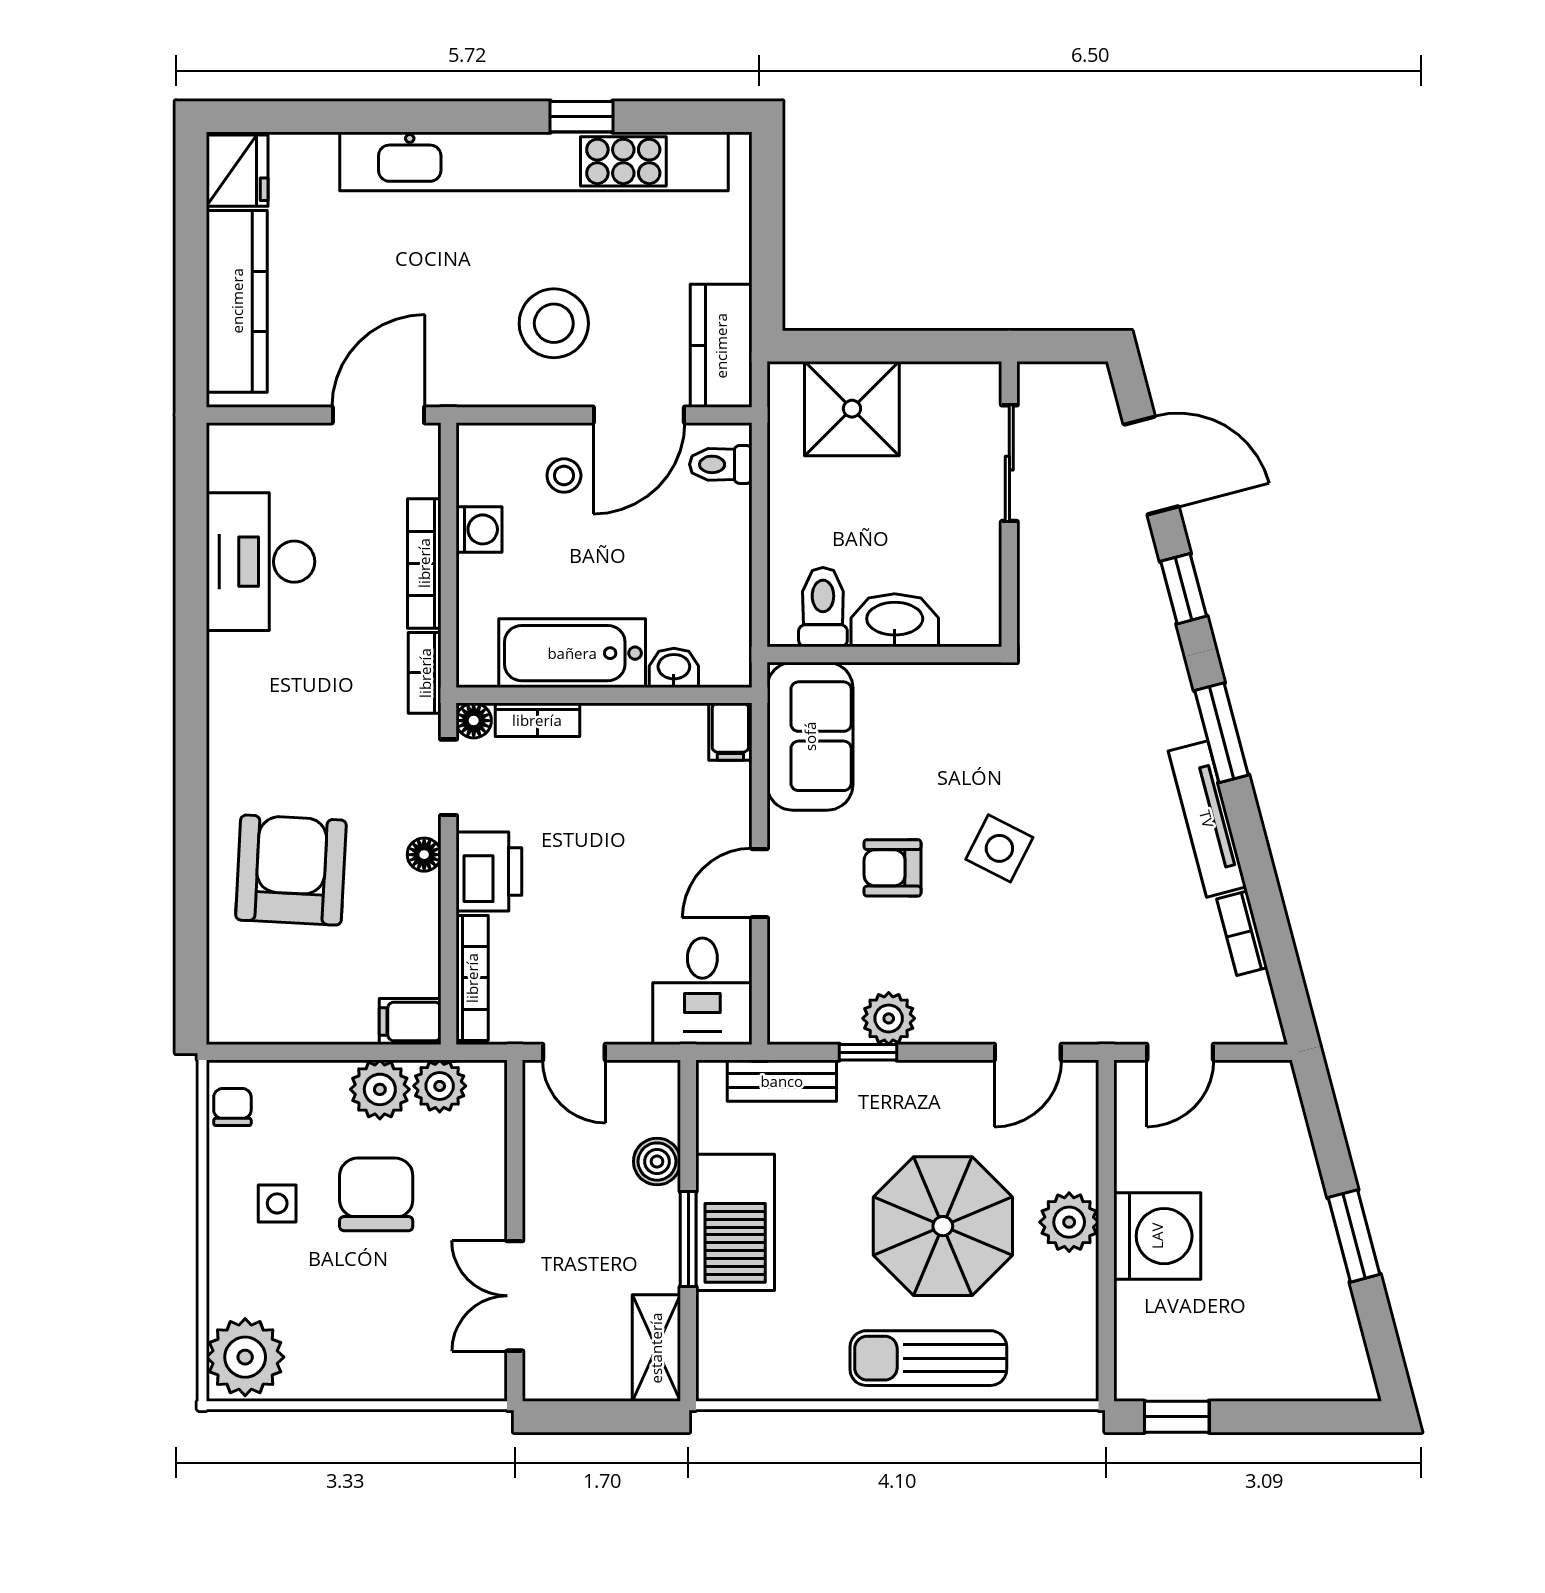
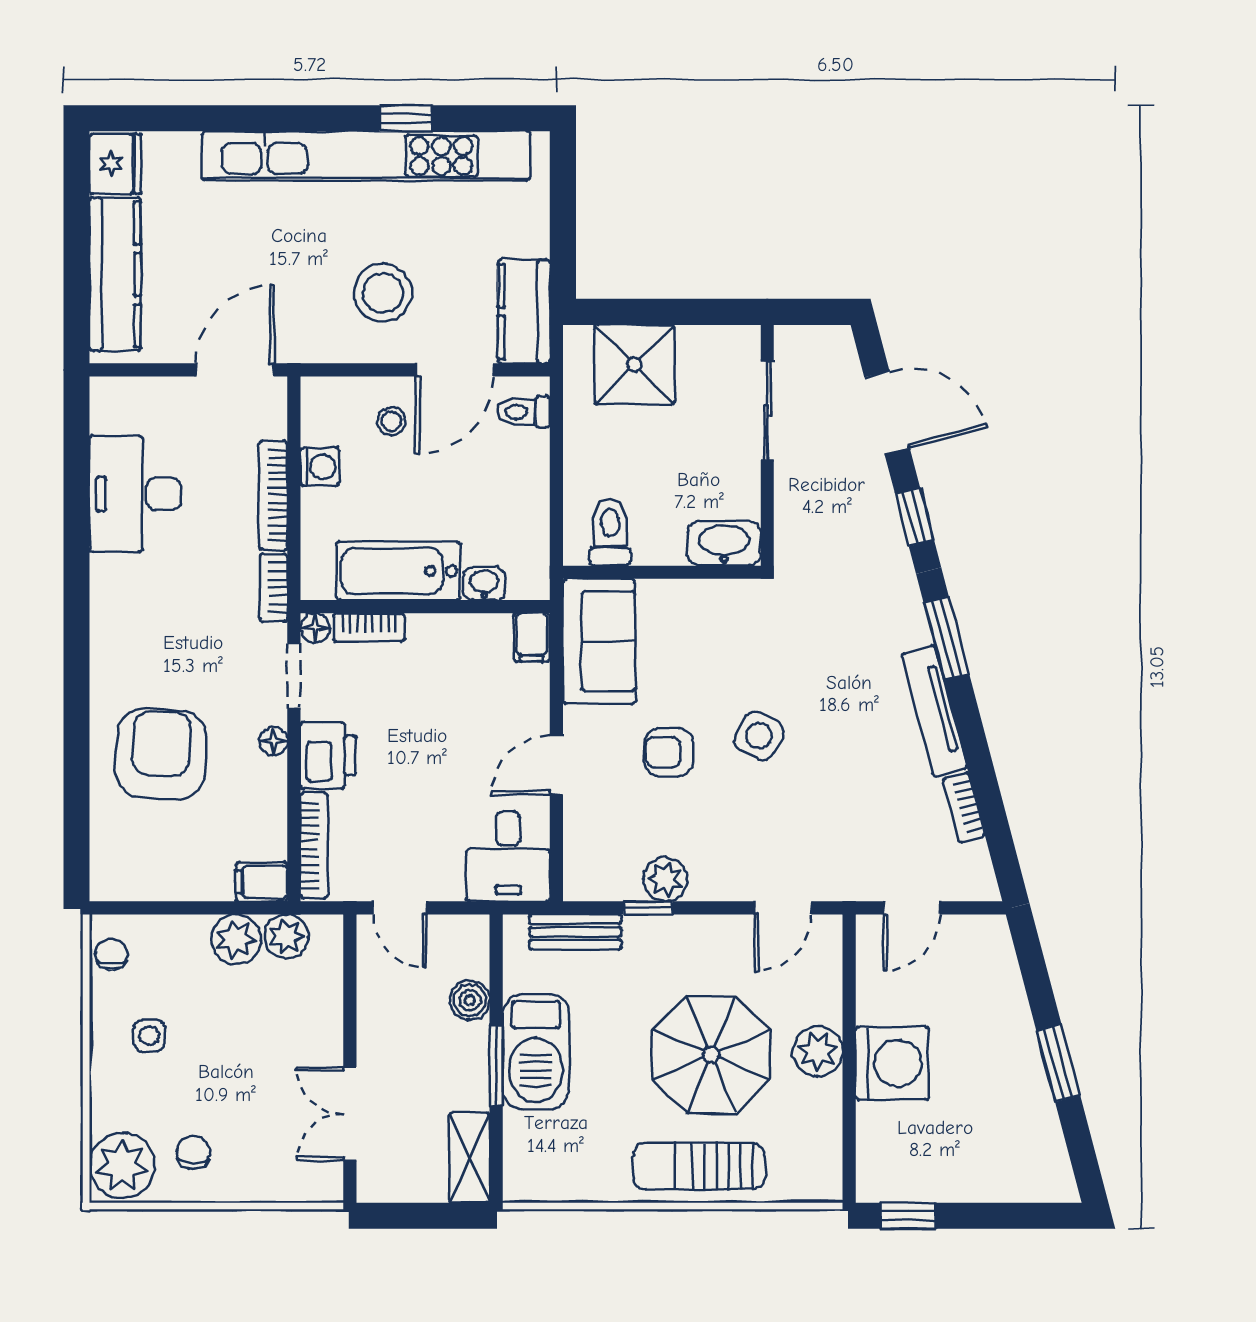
washbasin: (895, 620) -> (724, 543), moved
chair: (376, 1194) -> (193, 1152), moved, width x0.54, depth x0.54

